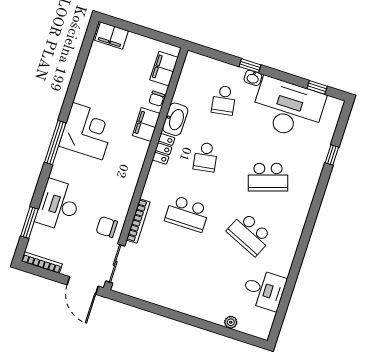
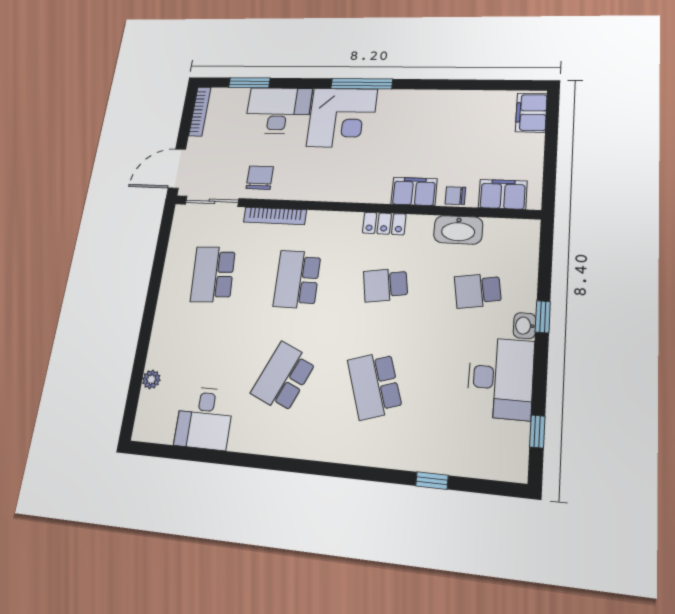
desk: (288, 109) -> (501, 378), width x0.73, depth x0.77
washbasin: (175, 119) -> (458, 230), moved
corner desk: (87, 131) -> (342, 118), moved
school desk: (169, 270) -> (213, 274), added

